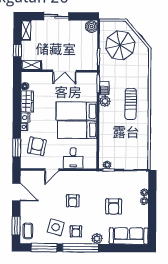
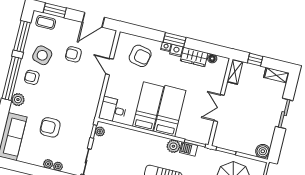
window: (17, 148) -> (175, 40), moved
desk: (73, 158) -> (113, 110), moved
armchair: (73, 201) -> (73, 54), moved

